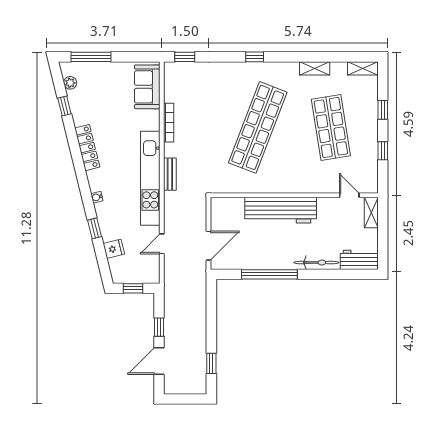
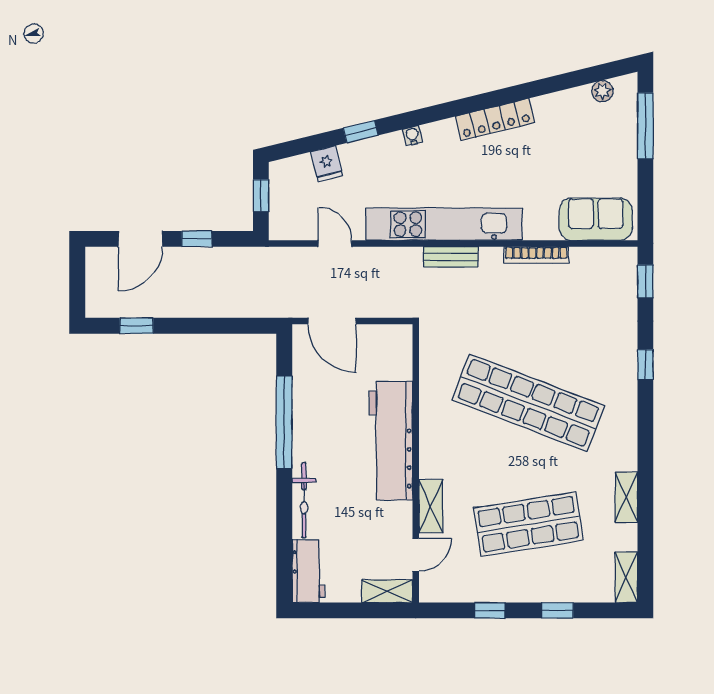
window: (255, 57) -> (645, 365), moved
window: (64, 106) -> (564, 82), removed
shelving: (320, 186) -> (431, 506), added
door: (159, 361) -> (140, 239), swing flipped

